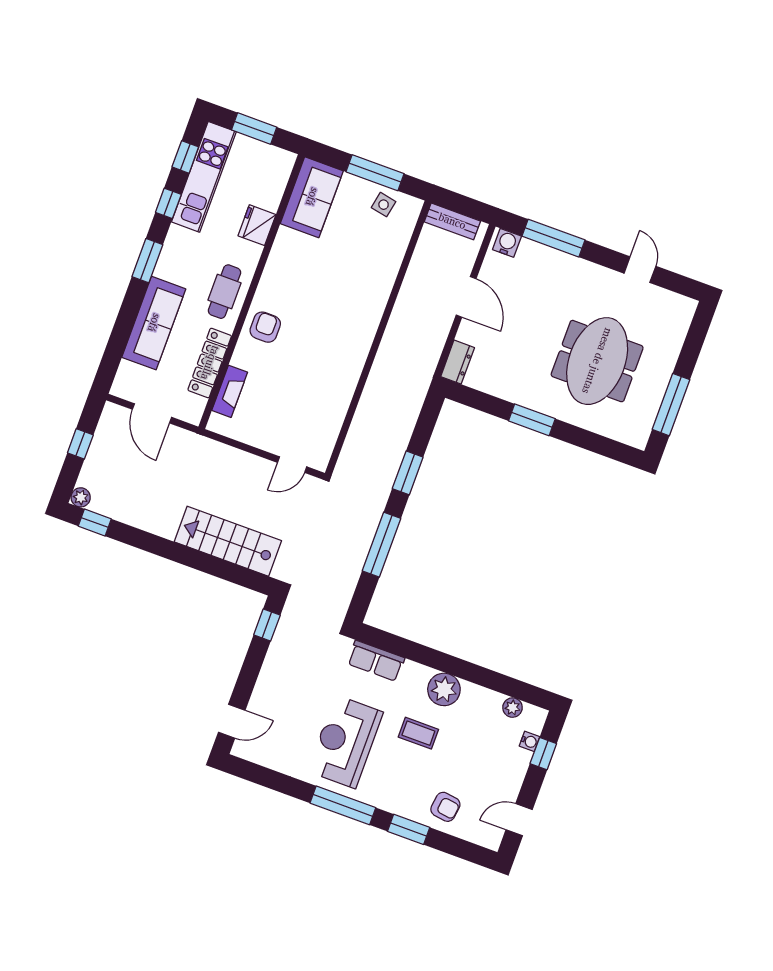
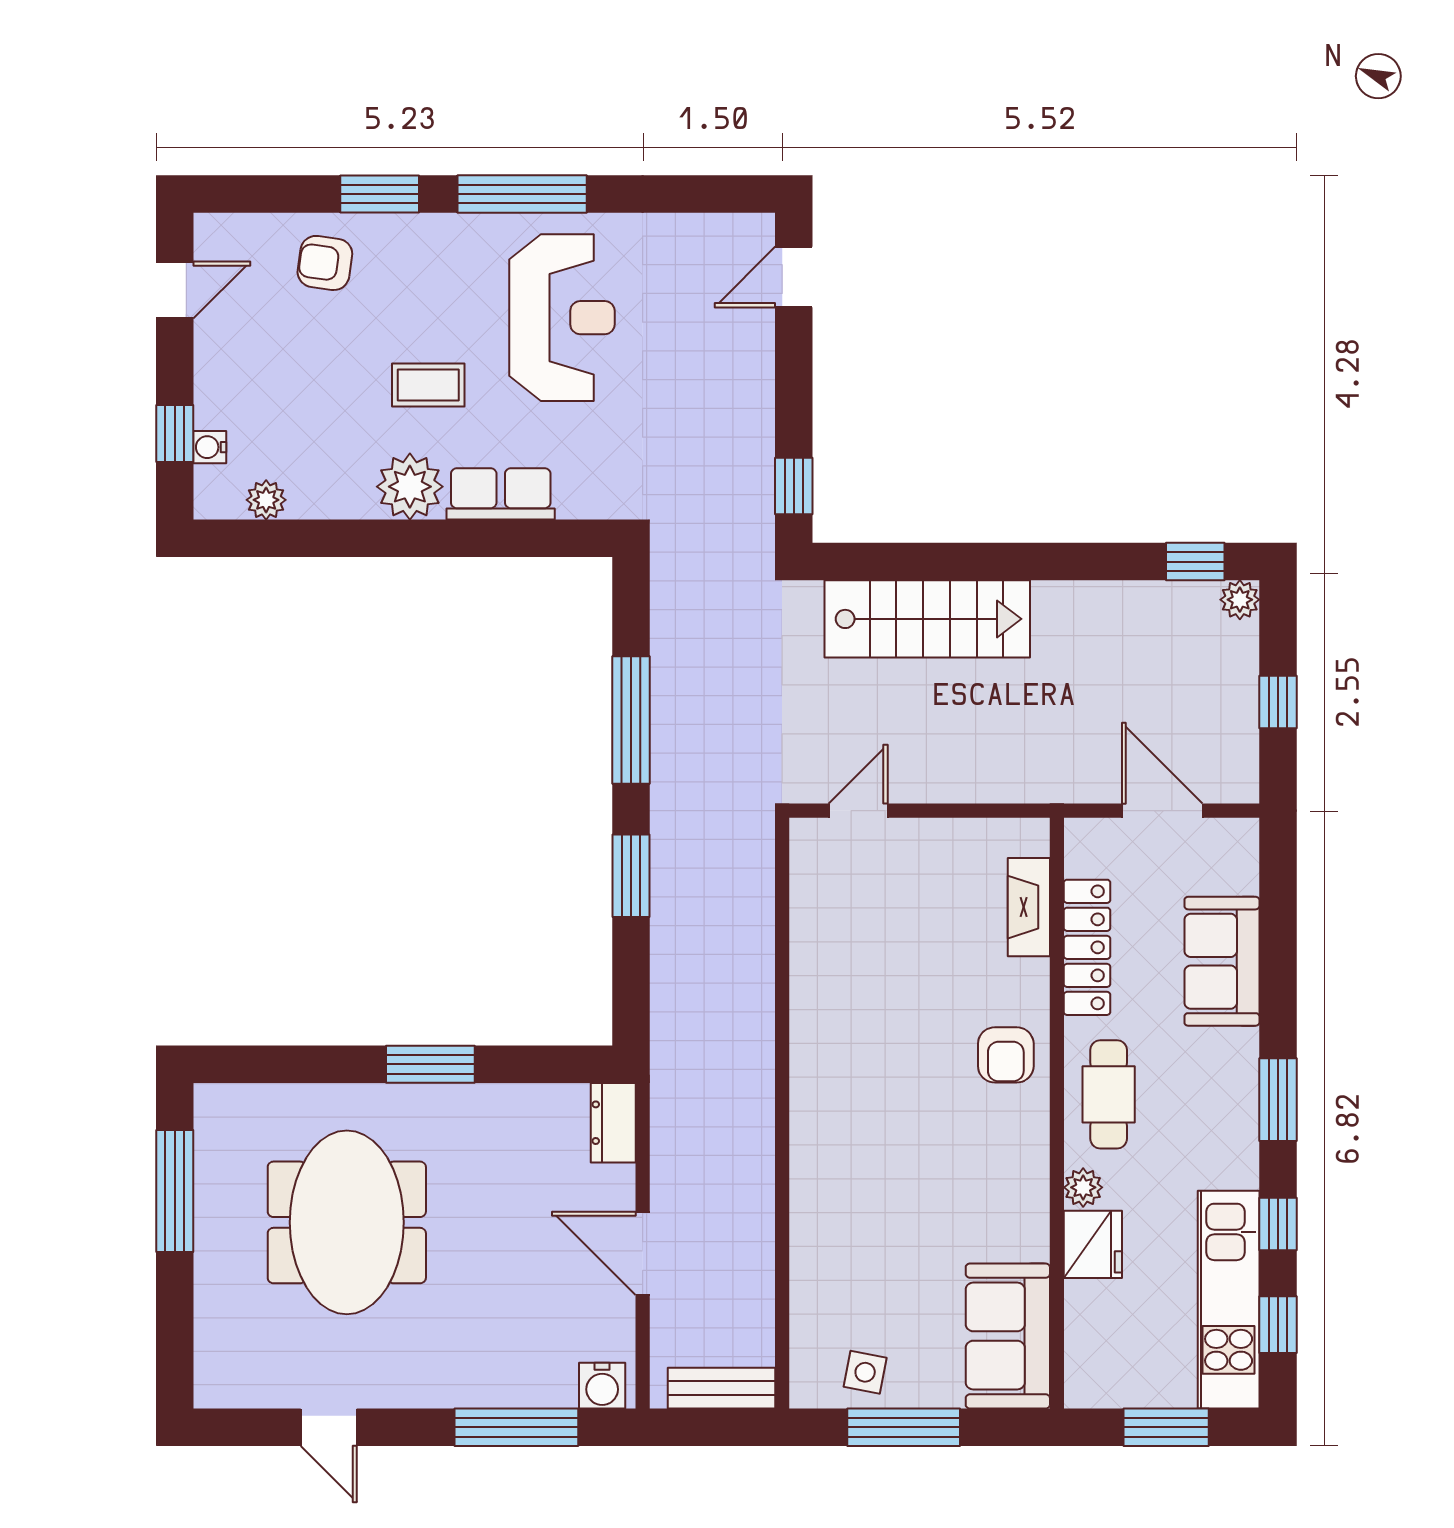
plant: (252, 253) -> (1083, 1187), added
sofa: (154, 323) -> (1222, 961), width x0.73
row of seats: (376, 661) -> (501, 494), moved

